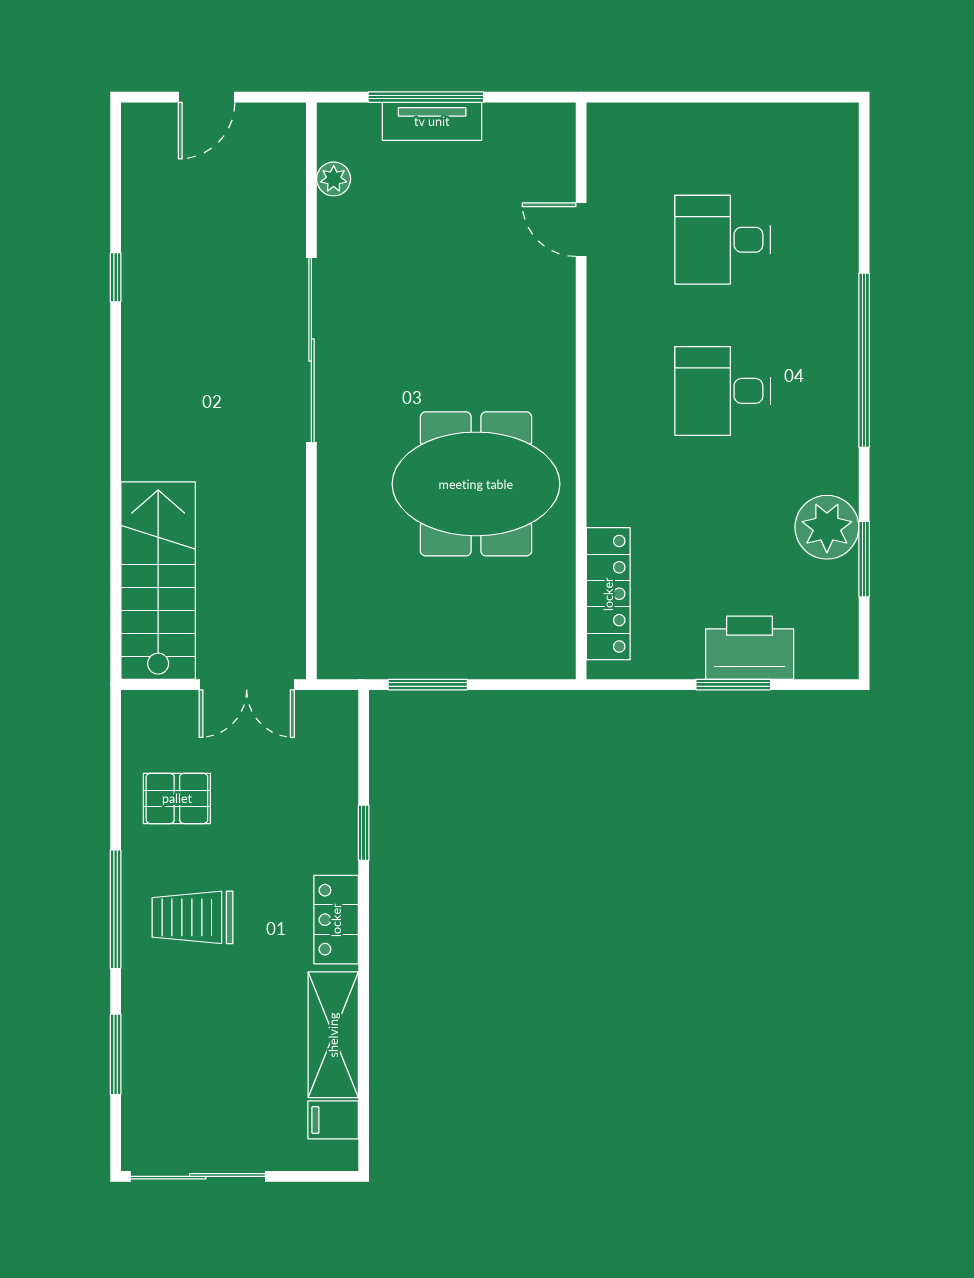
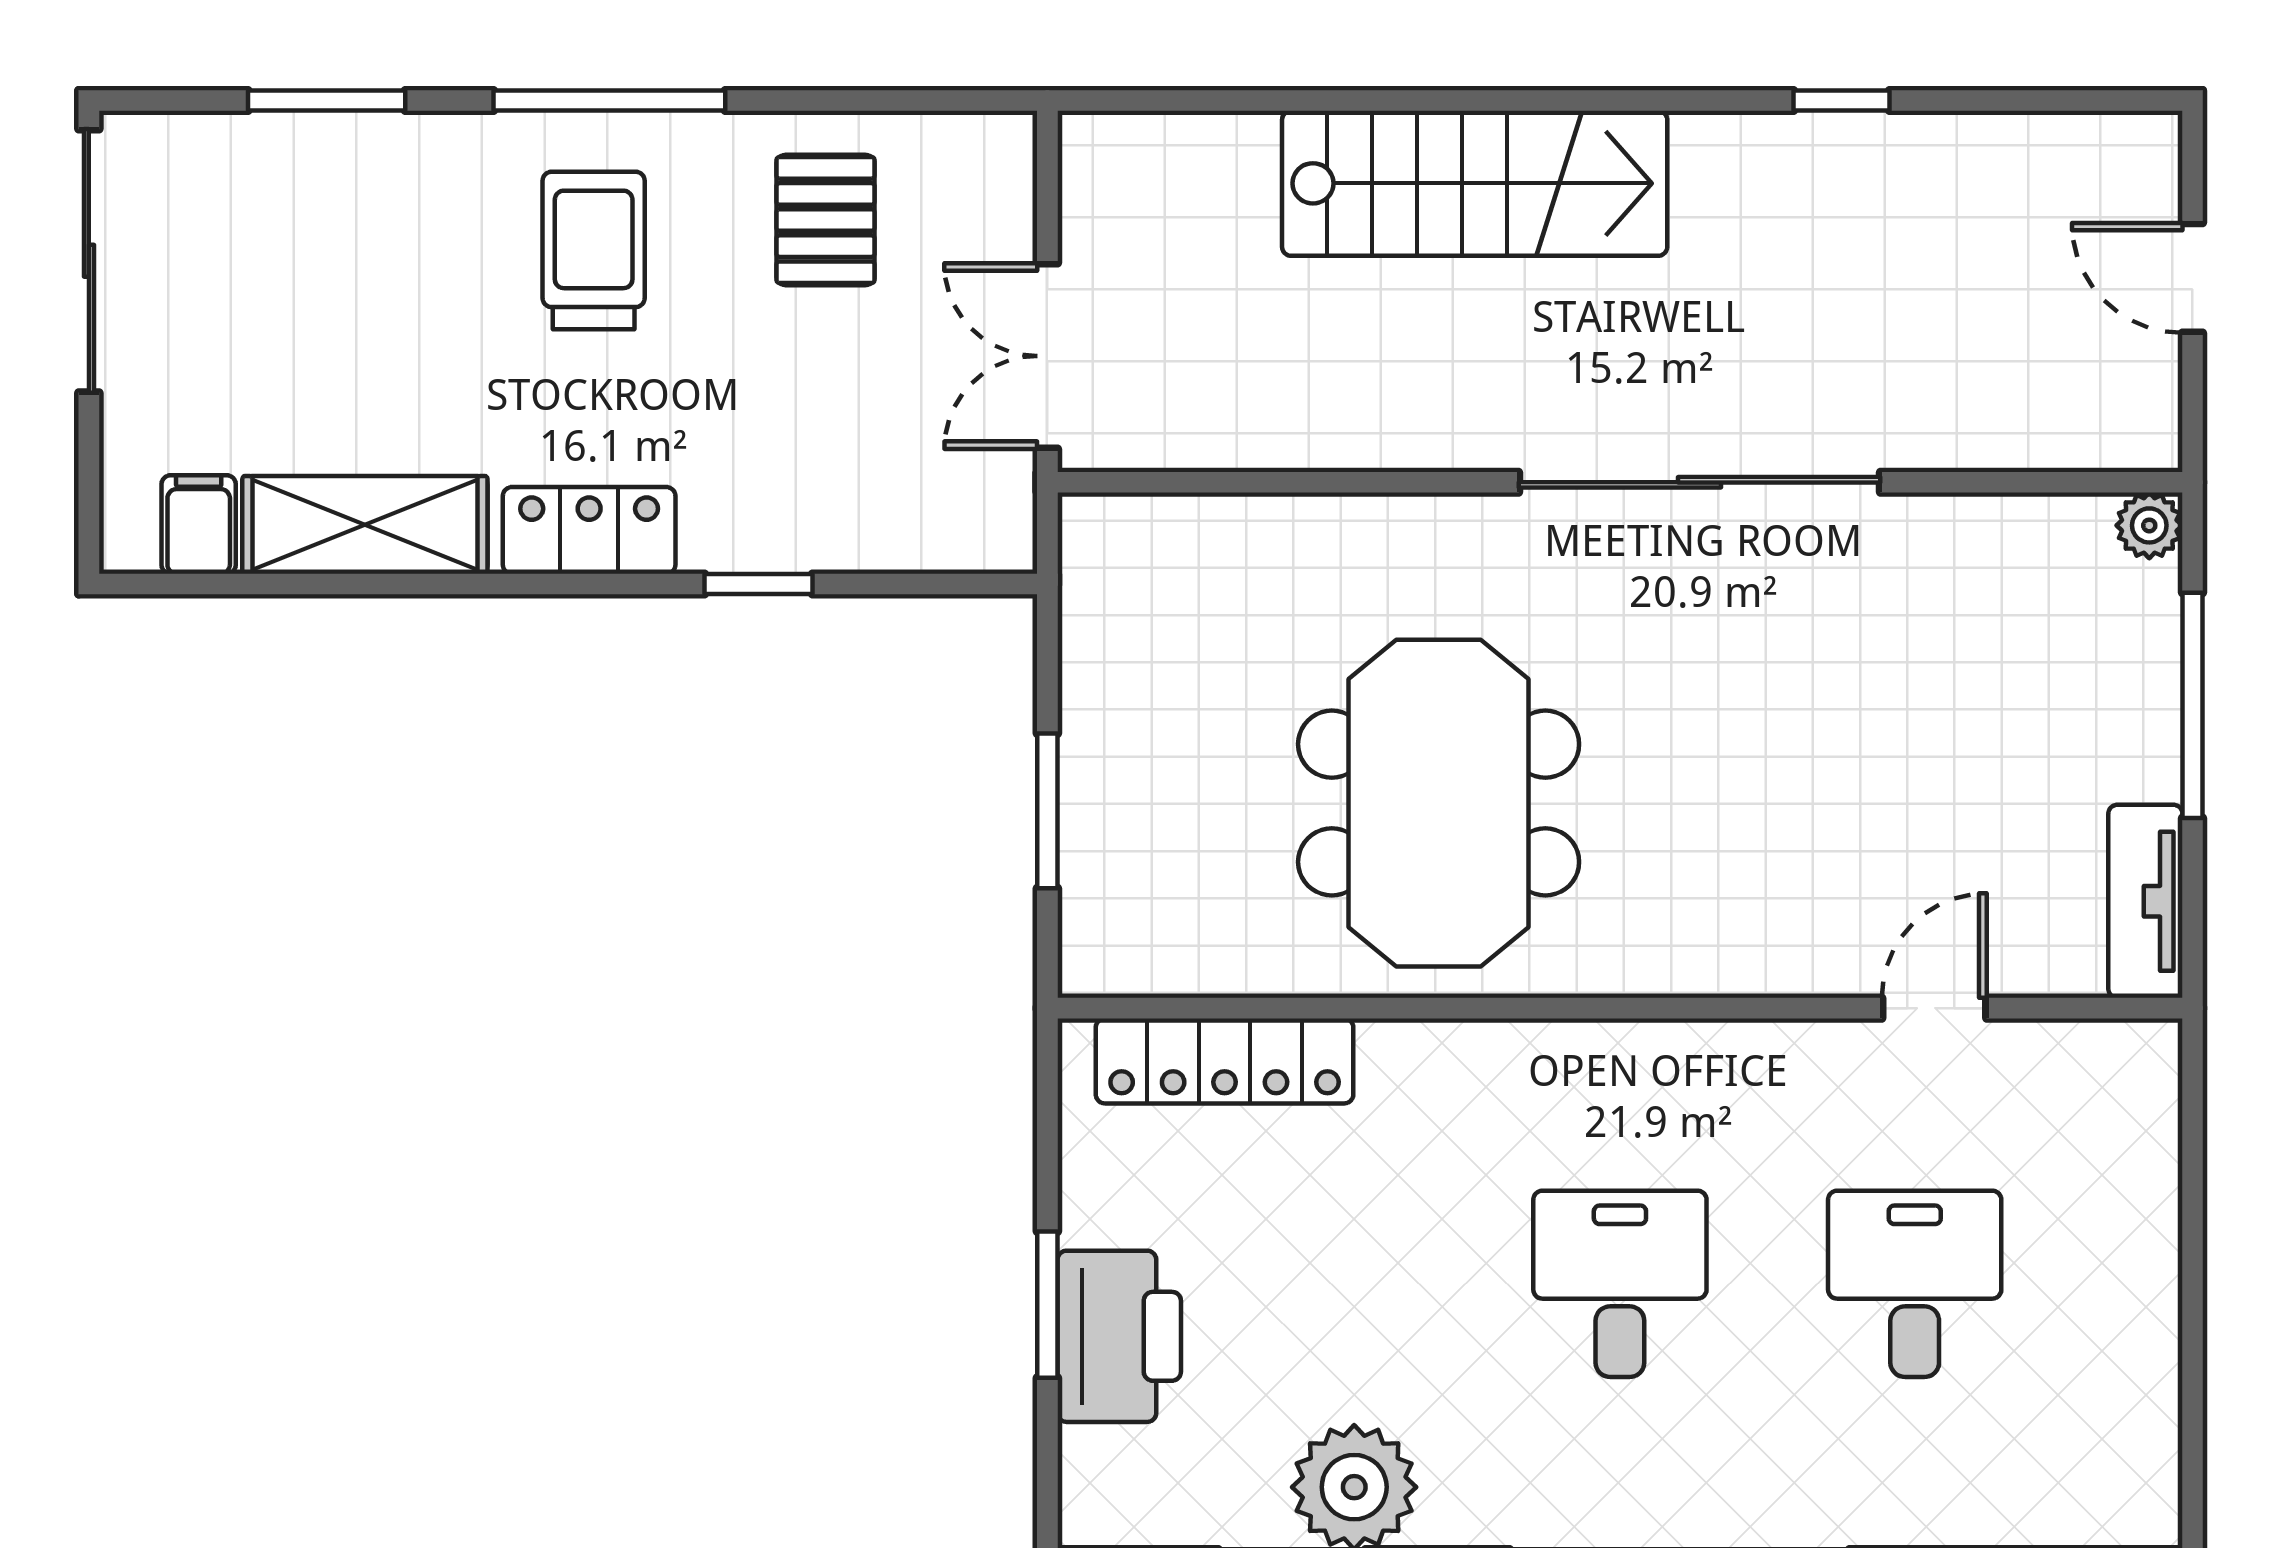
tv unit: (432, 121) -> (2145, 901), moved
plant: (334, 179) -> (2149, 525), moved
stairs: (158, 581) -> (1475, 183), moved
window: (428, 685) -> (1047, 811), moved

